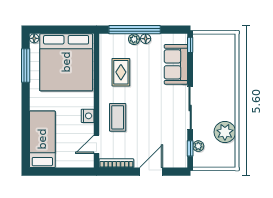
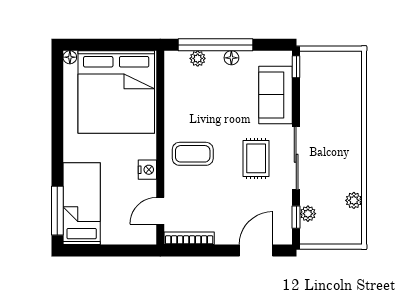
plant: (134, 39) -> (198, 58), moved
window: (26, 65) -> (57, 211), moved
rug: (121, 72) -> (256, 158), moved
coffee table: (118, 117) -> (193, 154), moved, turned 90
plant: (225, 132) -> (354, 200), width x0.53, depth x0.53
door: (151, 172) -> (256, 251), moved

